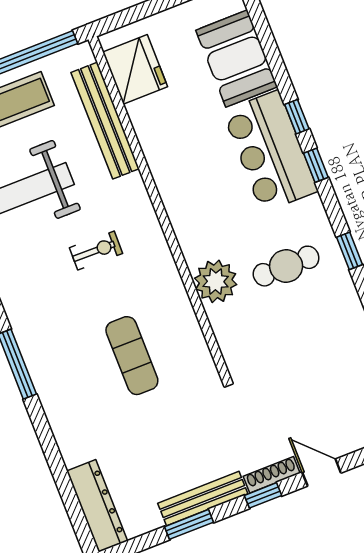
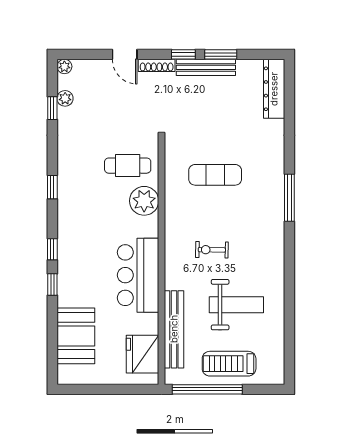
bar counter: (270, 151) -> (138, 275), moved, turned 180
cafe table: (286, 266) -> (128, 166), moved
exercise mat: (132, 356) -> (215, 175), turned 90
window: (263, 495) -> (183, 54), moved

